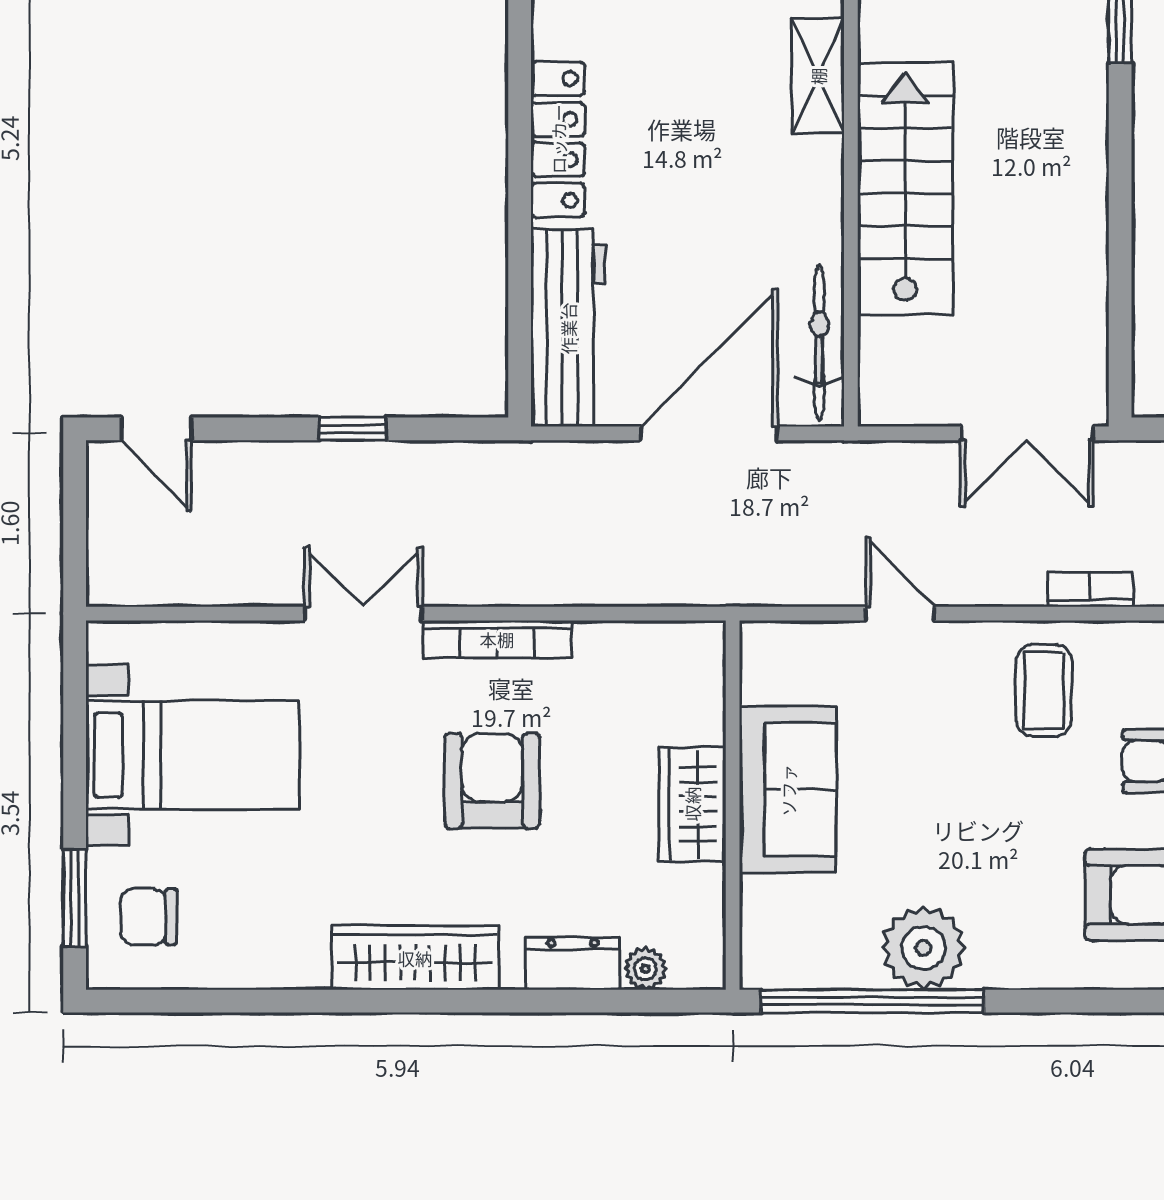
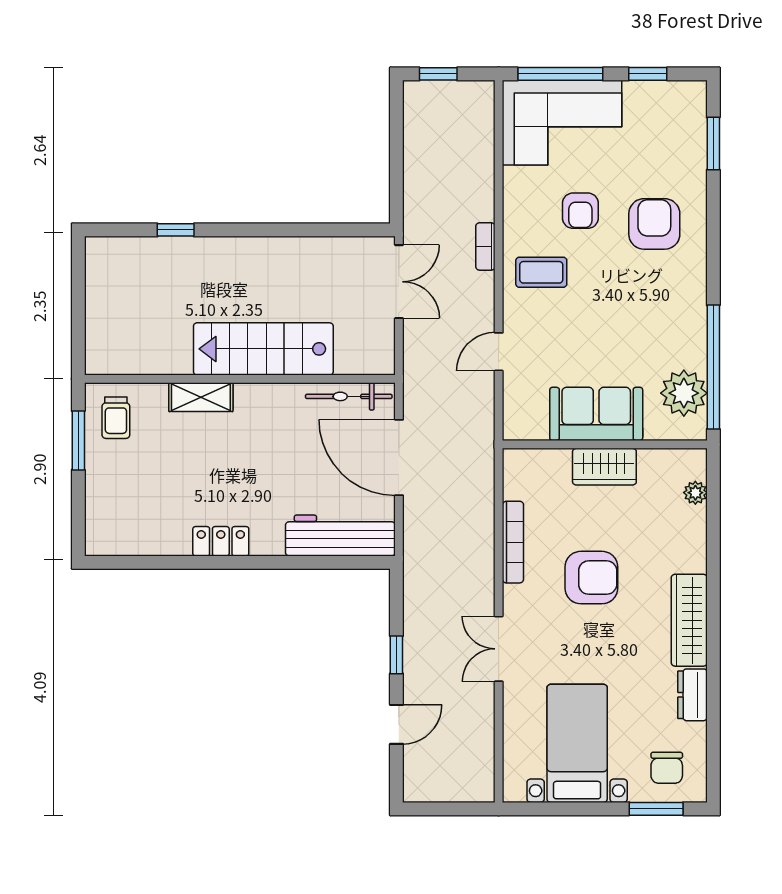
locker: (558, 139) -> (221, 541), width x0.66
door: (156, 429) -> (396, 724), moved
bookcase: (497, 639) -> (513, 542), moved
armchair: (492, 781) -> (591, 578), turned 180
plant: (923, 948) -> (684, 393), moved
dresser: (573, 963) -> (692, 695), moved

